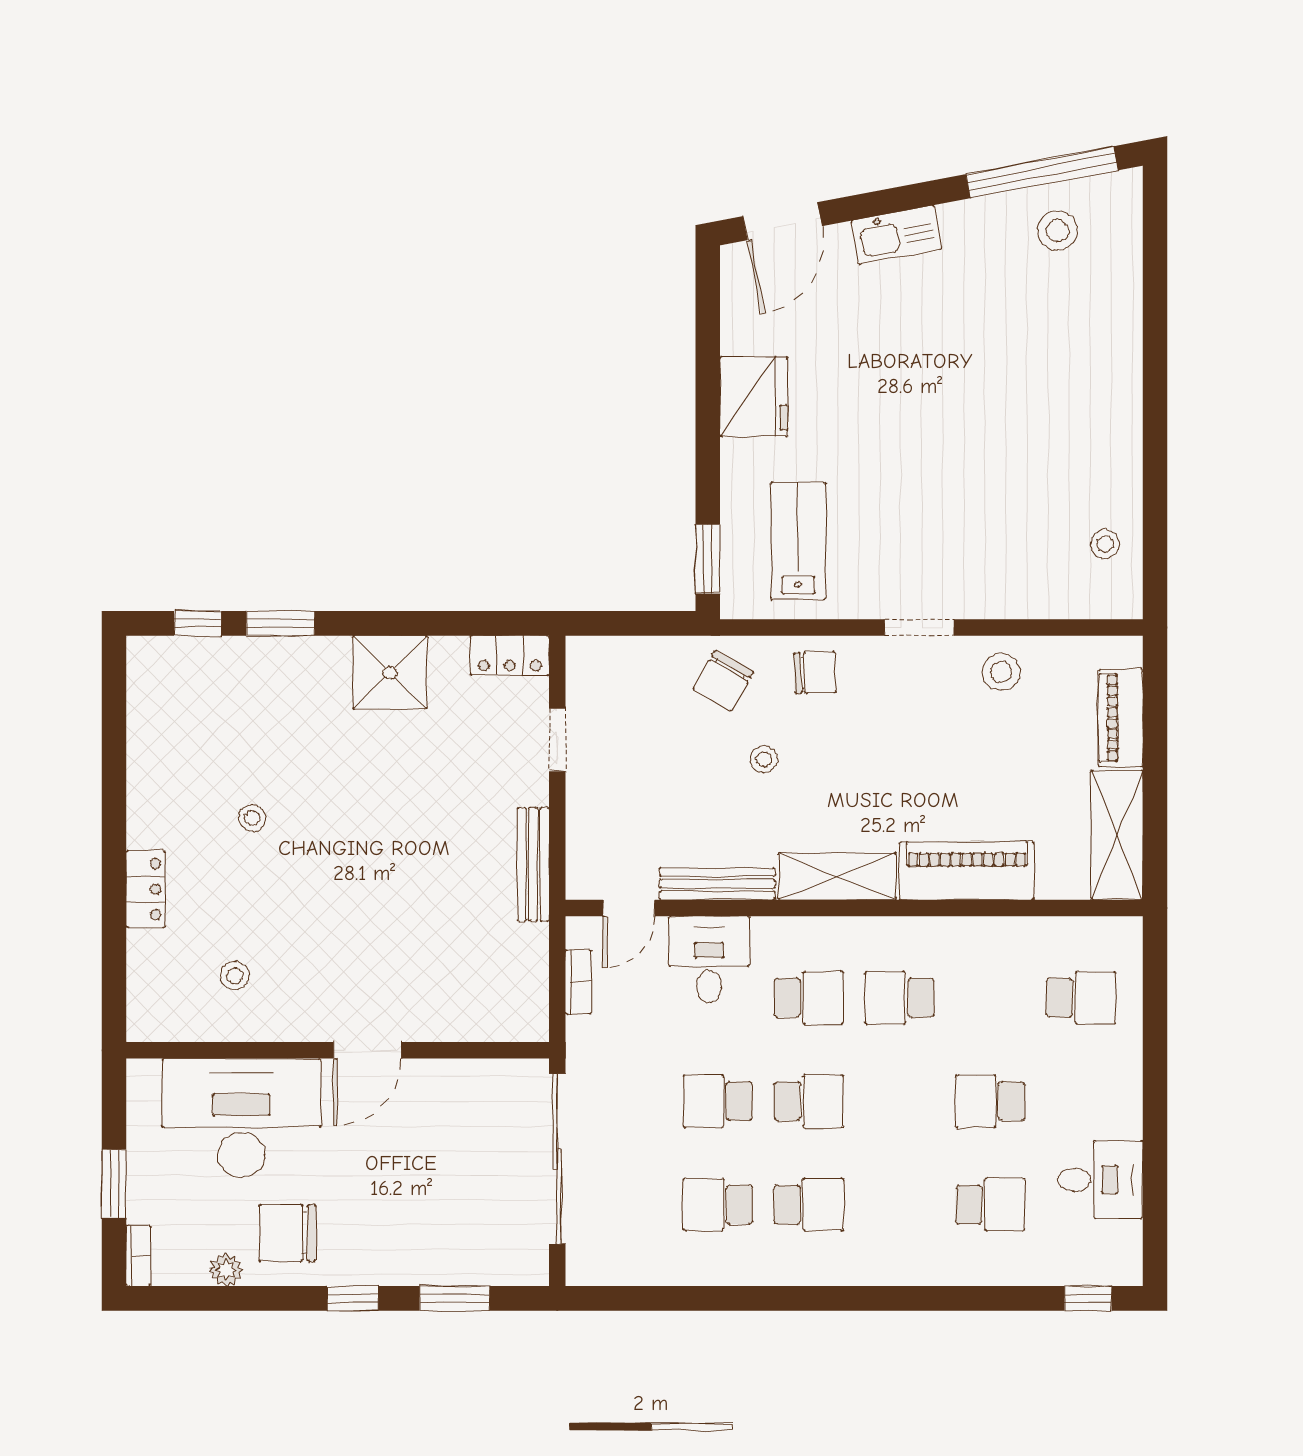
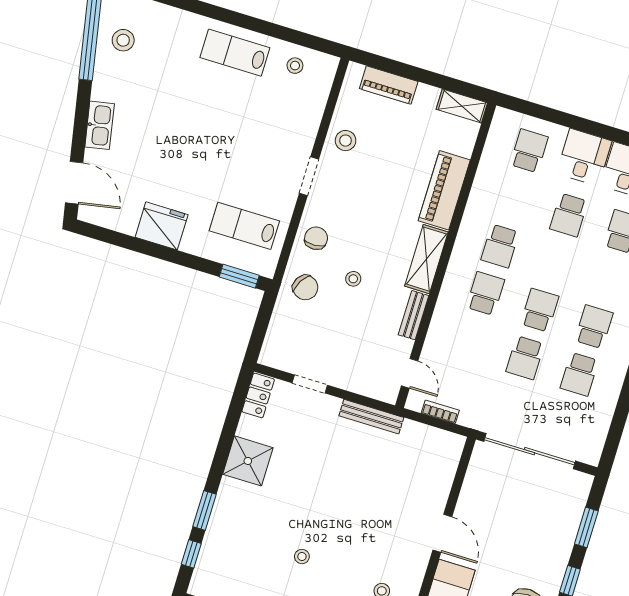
lab bench: (1095, 432) -> (235, 53), added
shelving: (1117, 835) -> (462, 106), width x0.67, depth x0.75
bench: (717, 884) -> (413, 315), width x0.73
desk: (709, 960) -> (584, 157), moved, turned 90

